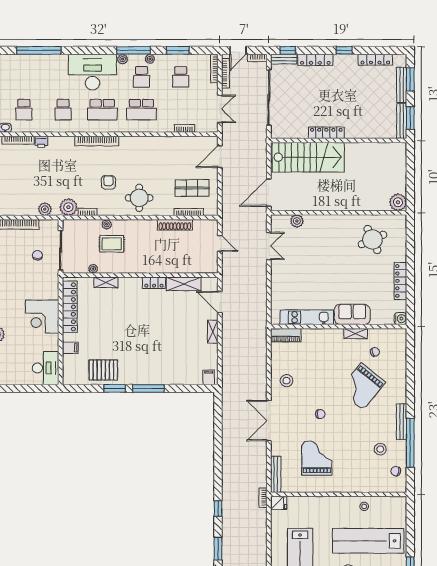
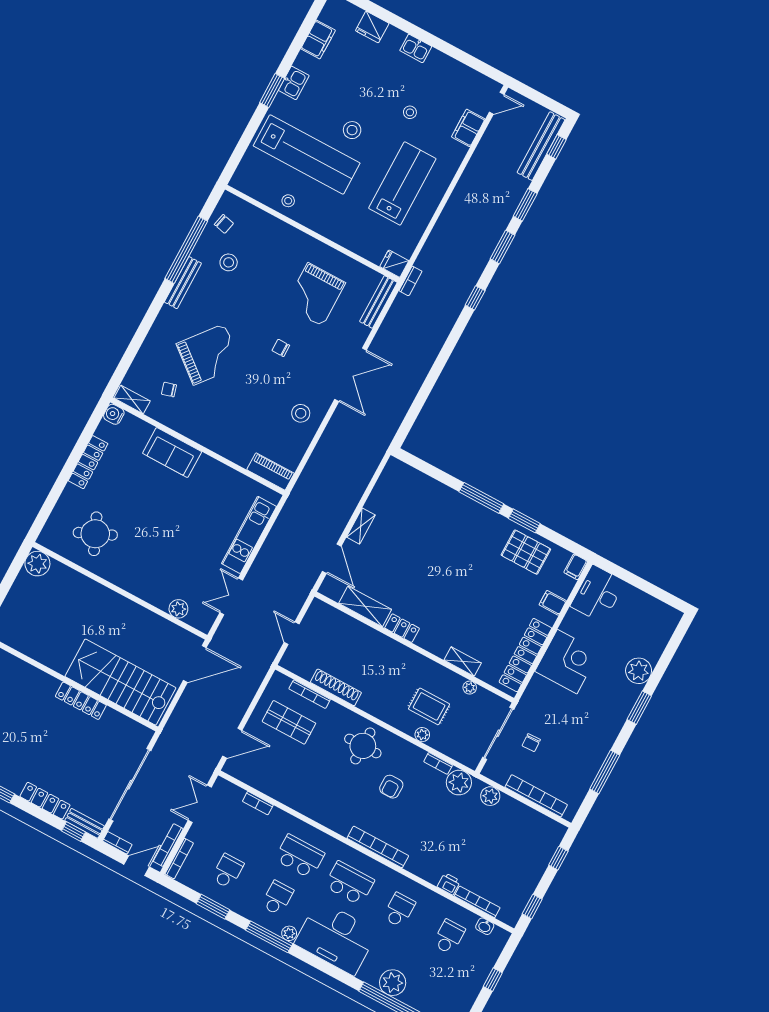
plant: (150, 59) -> (393, 983), moved, width x1.88, depth x1.88
kitchen unit: (307, 317) -> (249, 535), moved, turned 90
shelving: (356, 334) -> (132, 400), moved
filing cabinet: (209, 377) -> (576, 567), moved

